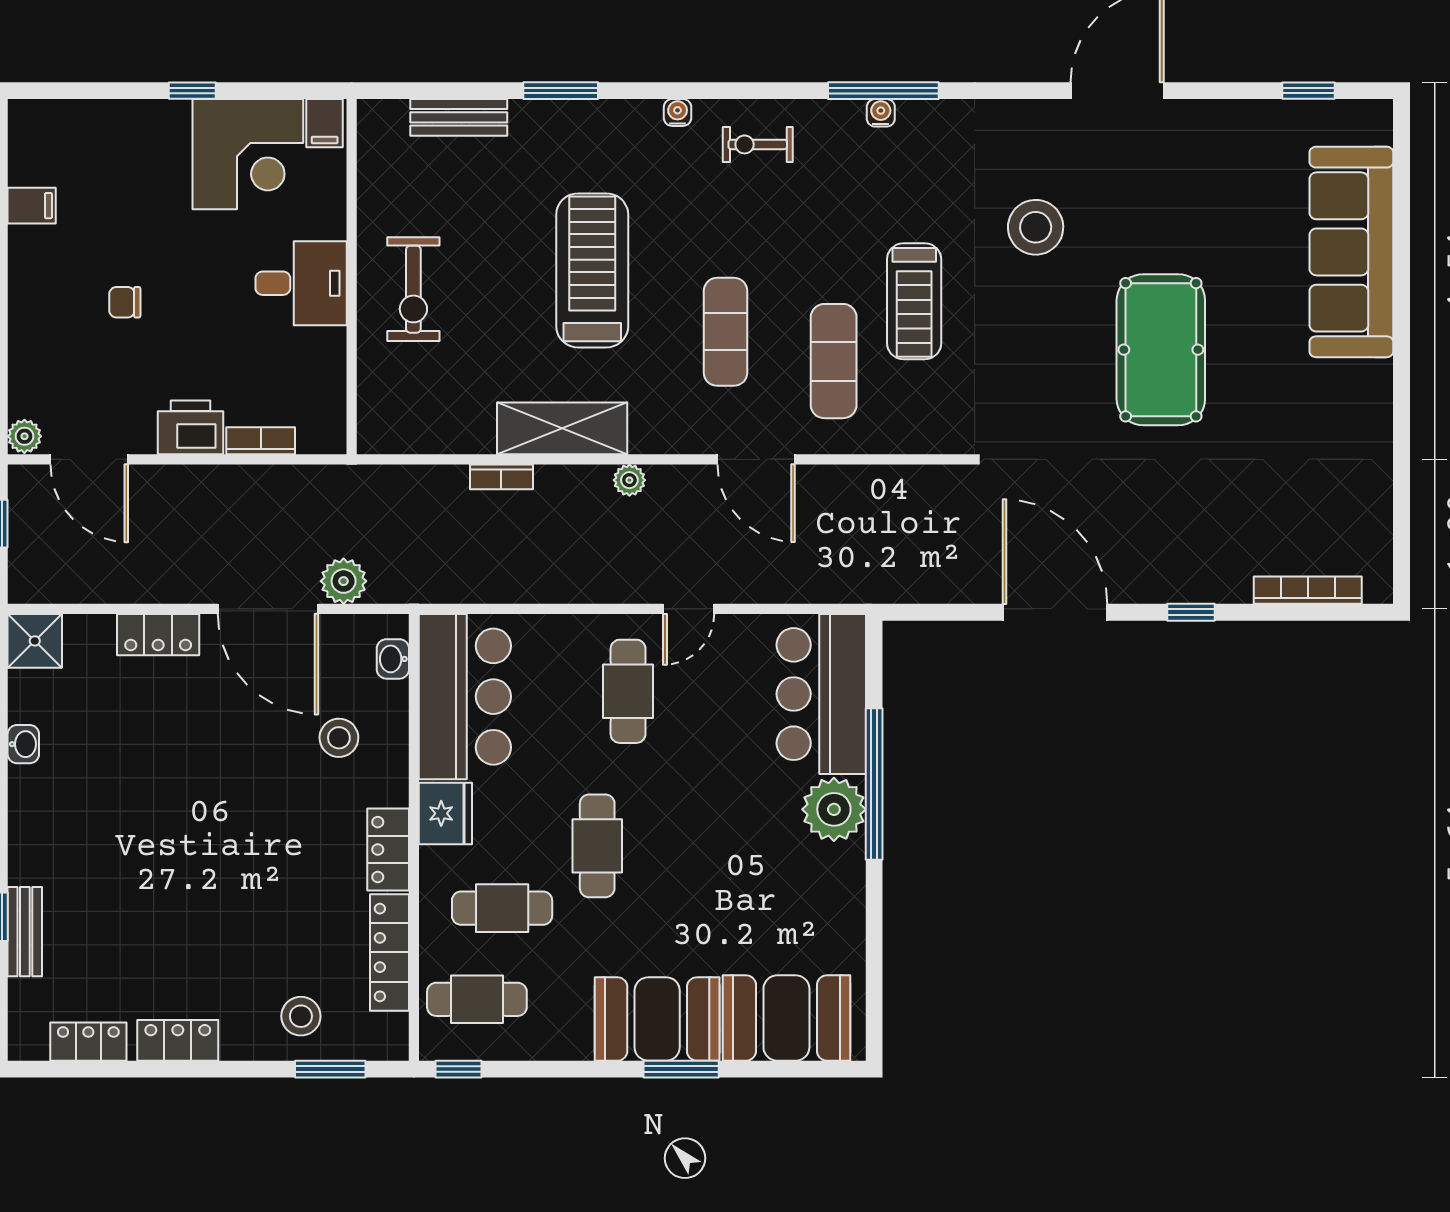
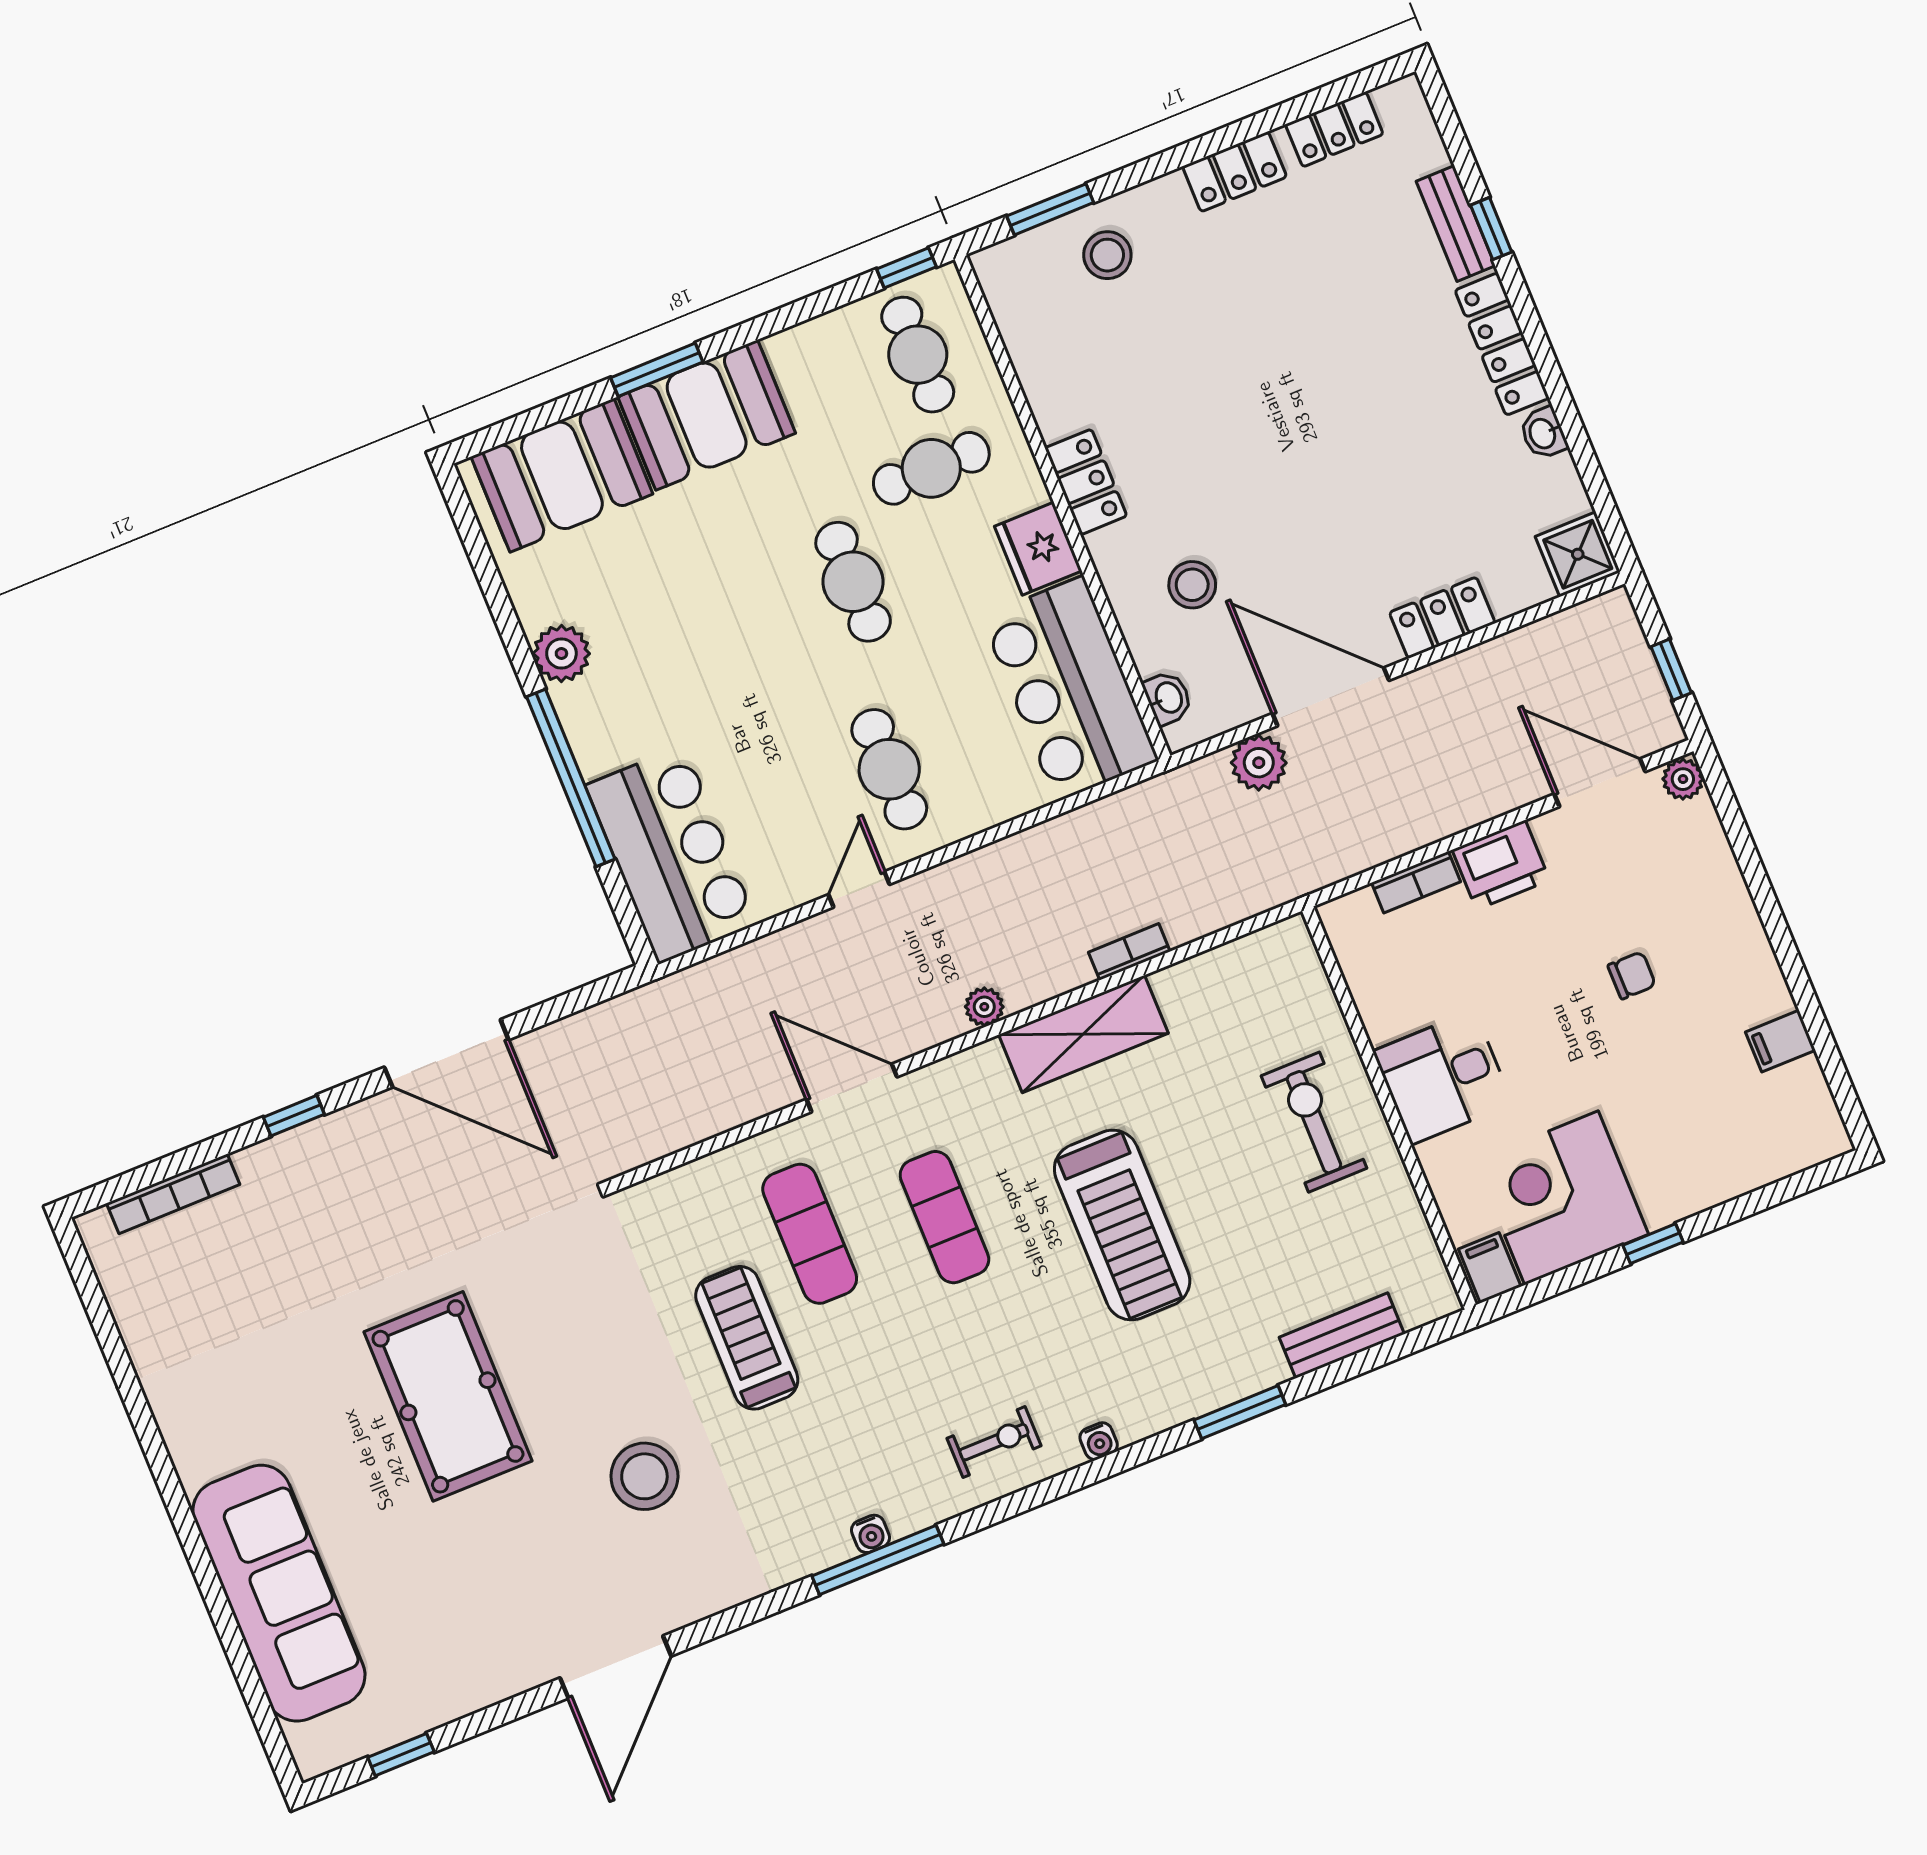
plant: (834, 809) -> (561, 653), moved, width x0.73, depth x0.73
locker: (390, 952) -> (1502, 344), moved, turned 180
cafe table: (477, 999) -> (918, 355), turned 90

